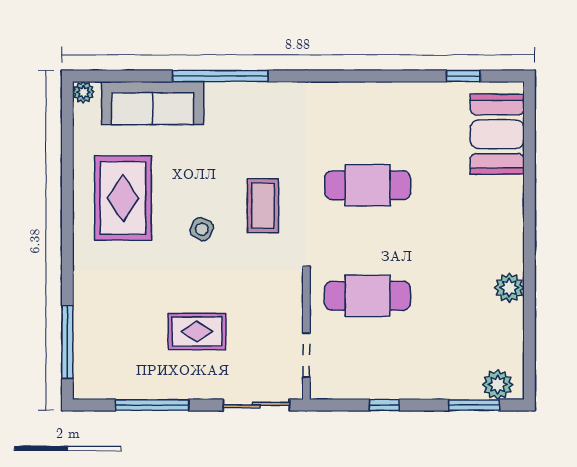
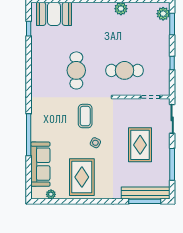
plant: (83, 92) -> (51, 194), moved
rug: (123, 198) -> (82, 177), turned 90
coffee table: (263, 206) -> (85, 116), turned 90
cafe table: (368, 296) -> (124, 70), turned 90
rug: (197, 331) -> (140, 145), width x1.36, depth x1.43
bench: (86, 344) -> (146, 193), added

